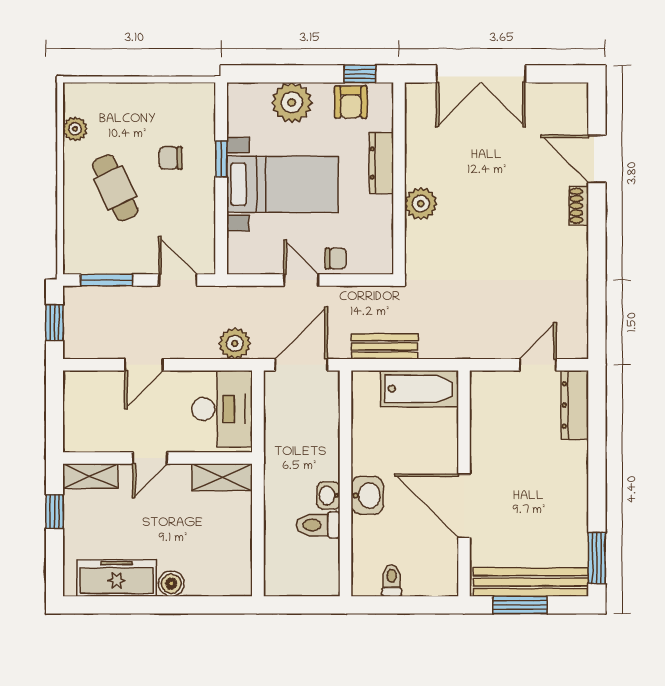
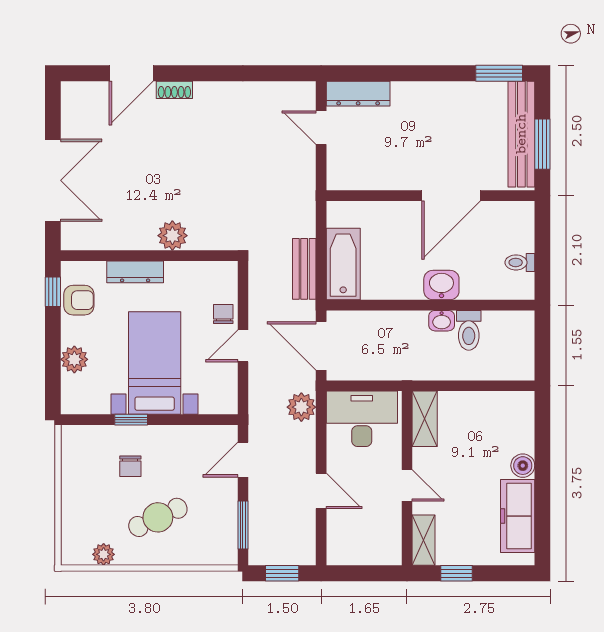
plant: (292, 103) -> (74, 359), width x0.73, depth x0.73
bathtub: (420, 389) -> (343, 264), moved

